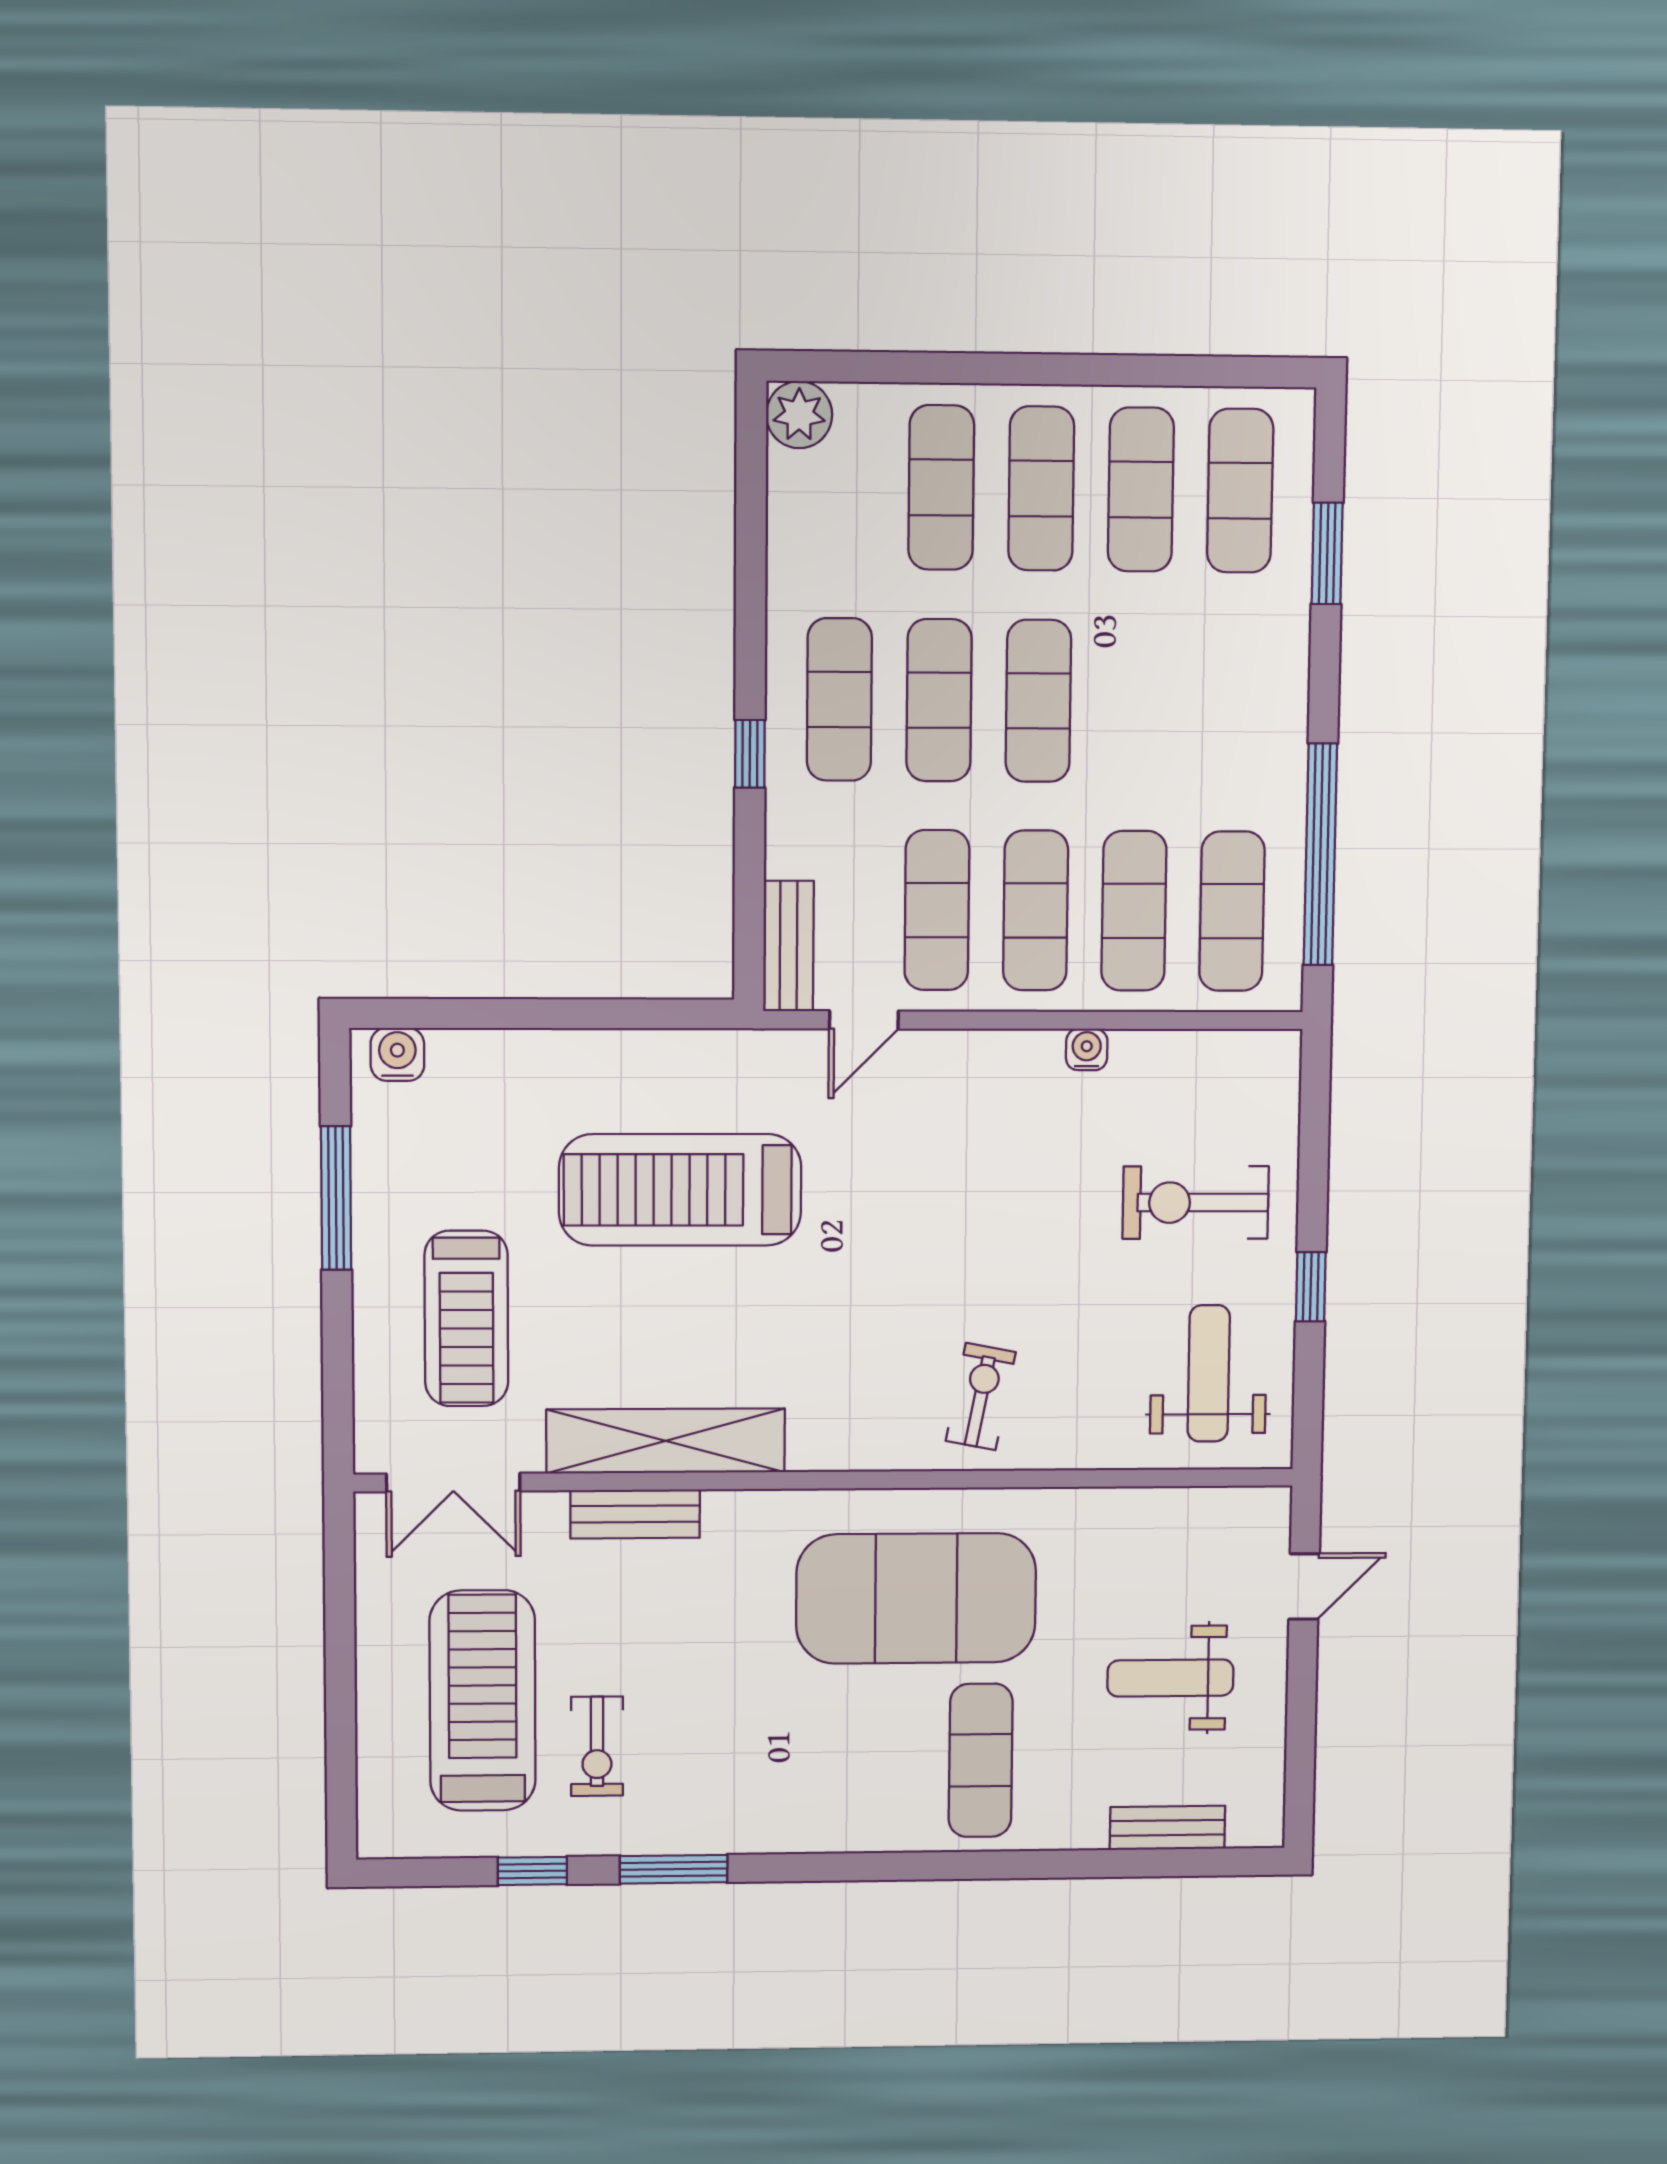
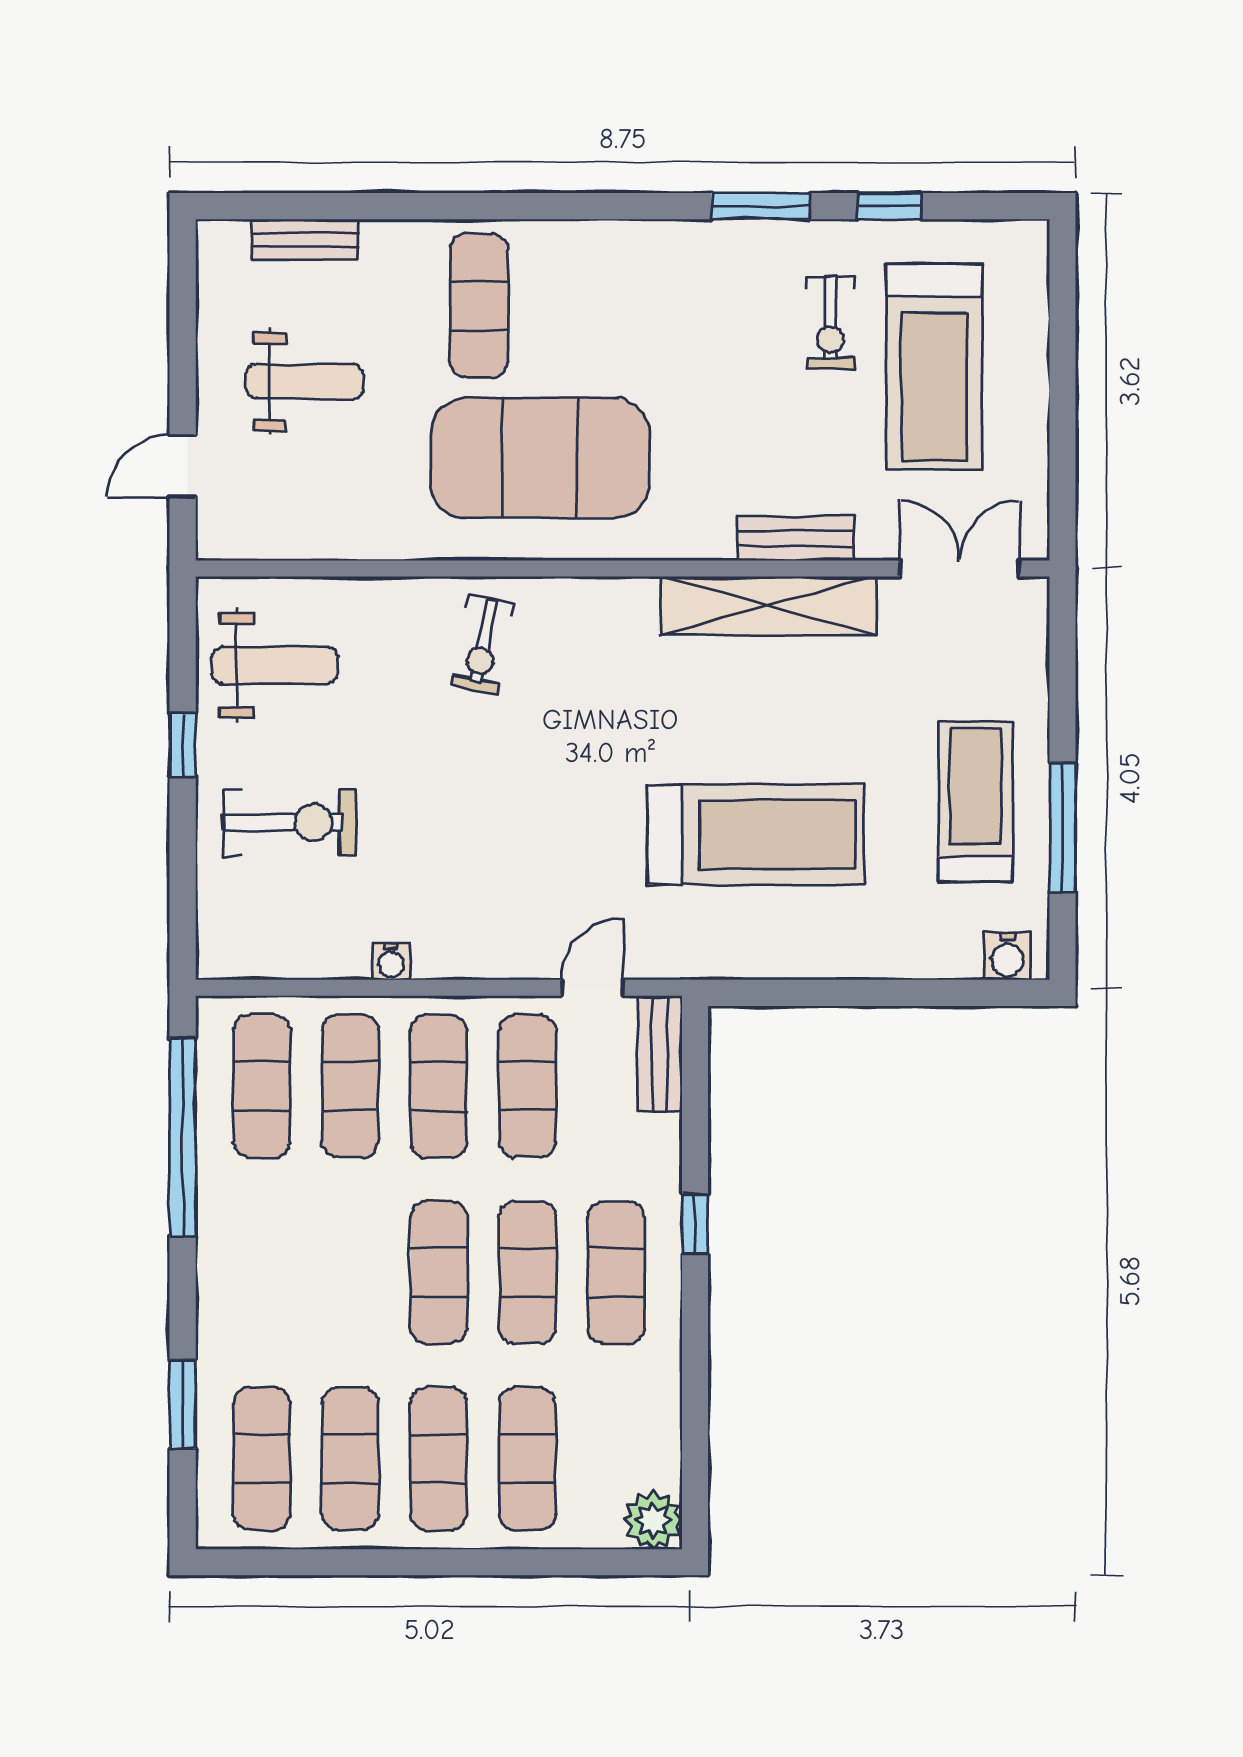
treadmill: (466, 1319) -> (976, 802), moved
weight bench: (1209, 1373) -> (275, 665), turned -90
exercise bike: (597, 1746) -> (831, 323), turned 180

